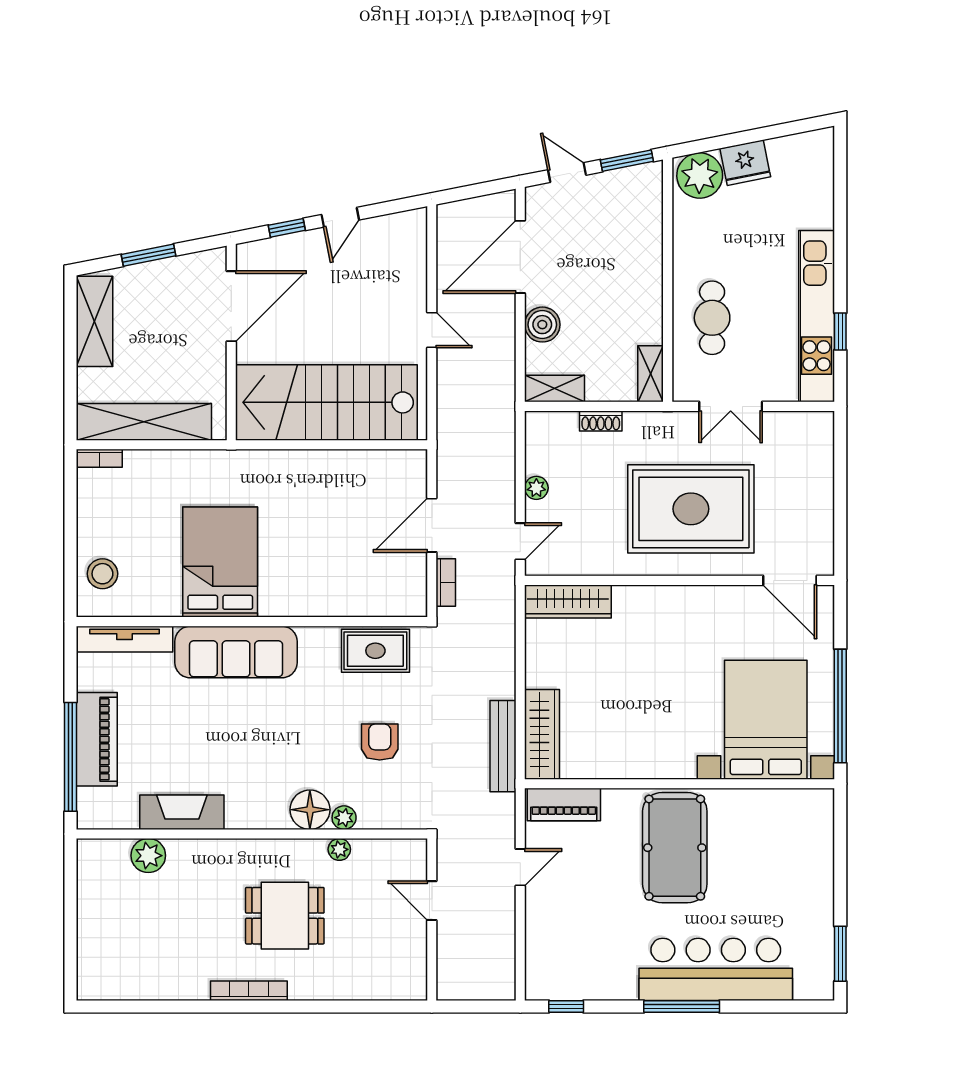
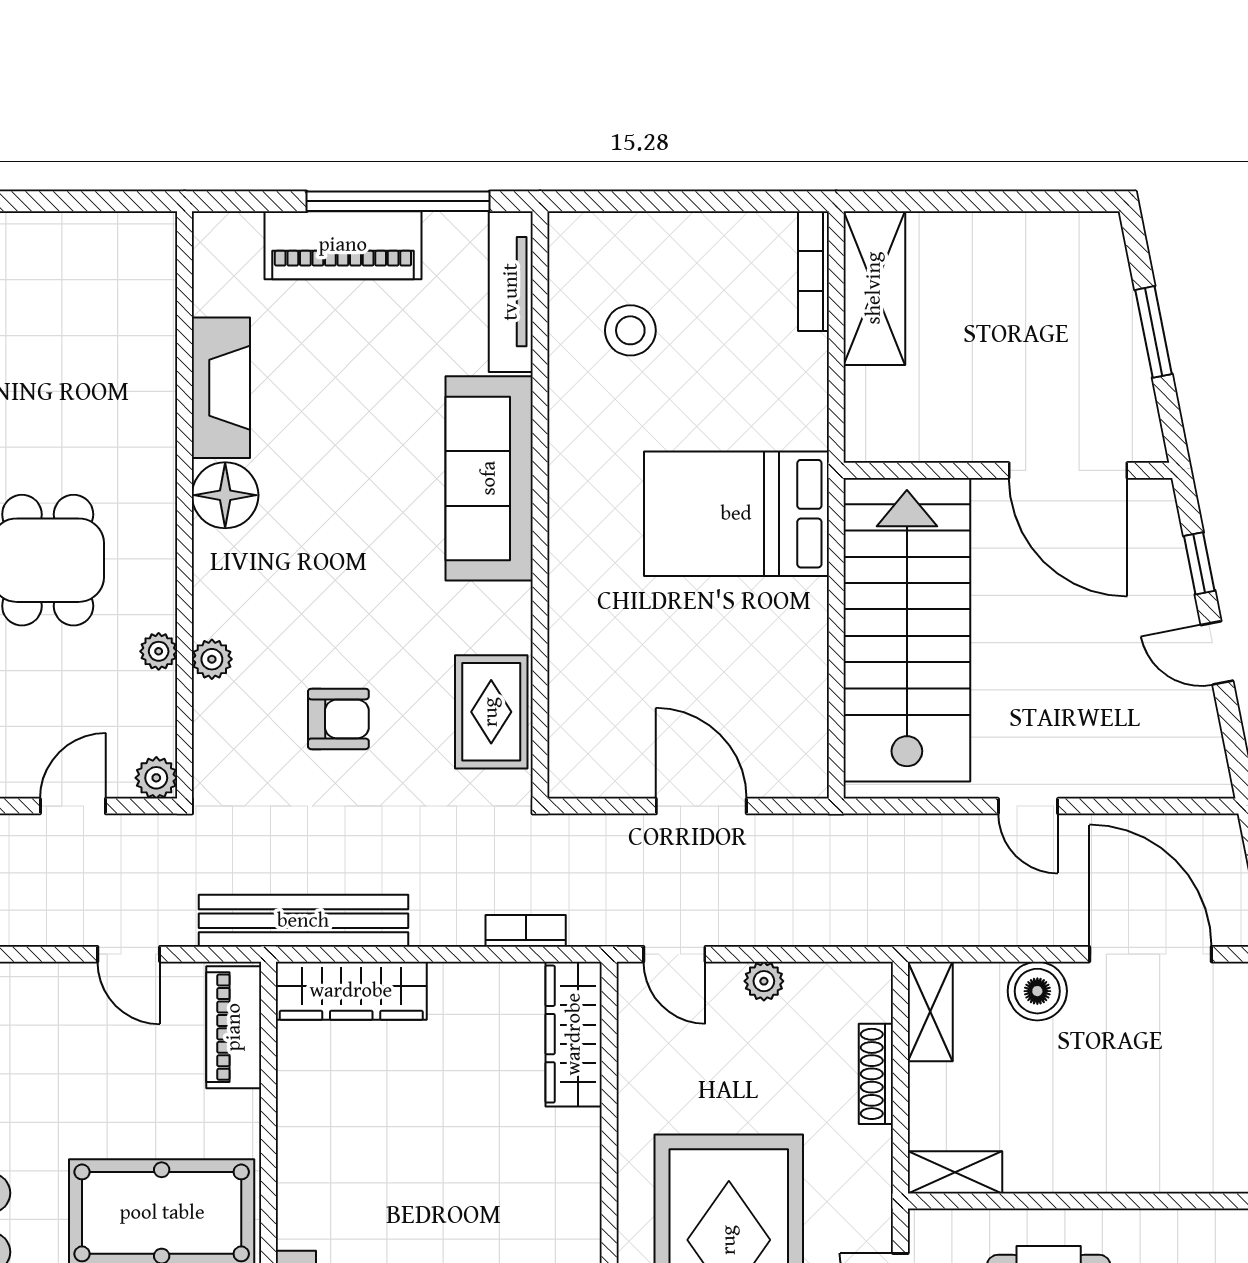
shelving: (94, 321) -> (1043, 241), removed
door: (432, 330) -> (1028, 806), hinge flipped
shoe rack: (601, 421) -> (876, 1074), width x1.43
shelving: (144, 422) -> (874, 288), width x0.68
bookcase: (99, 458) -> (813, 271), width x1.56
bed: (220, 562) -> (736, 514), moved, turned 180
stool: (102, 574) -> (630, 330), moved
bookcase: (446, 583) -> (526, 931), moved, turned 180
bench: (503, 746) -> (303, 921), width x1.37, depth x1.21
window: (71, 757) -> (398, 201), moved
floor lamp: (310, 810) -> (225, 495), moved
plant: (148, 856) -> (156, 778), moved, width x0.73, depth x0.73

